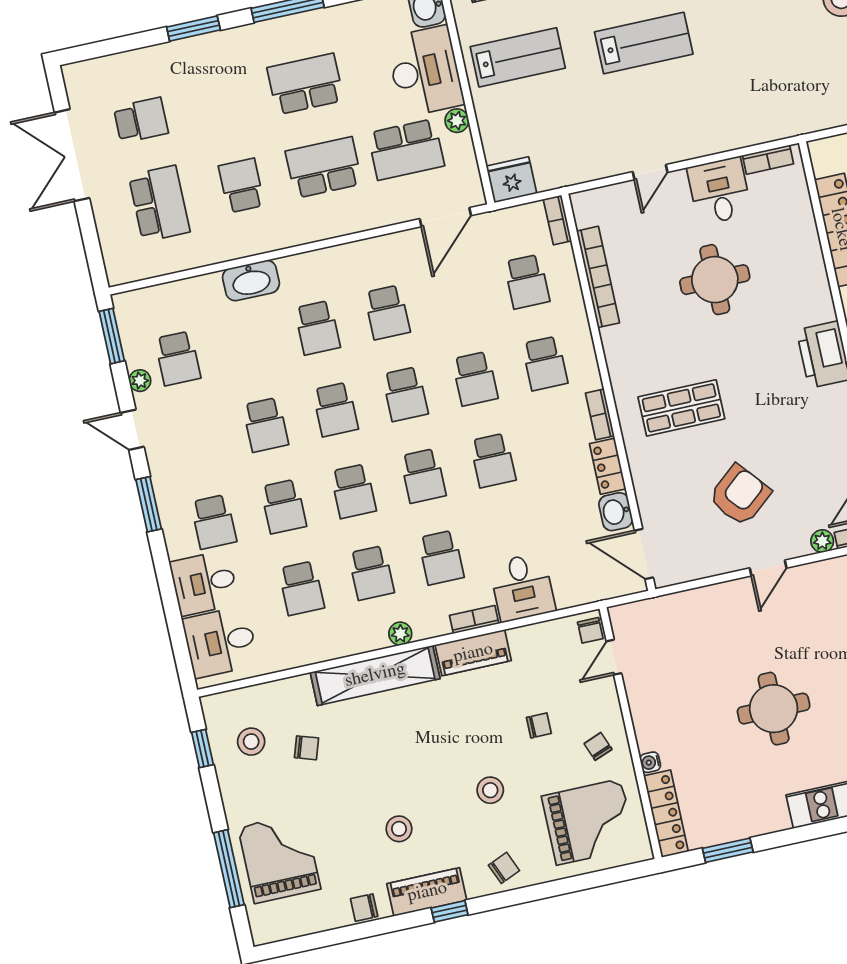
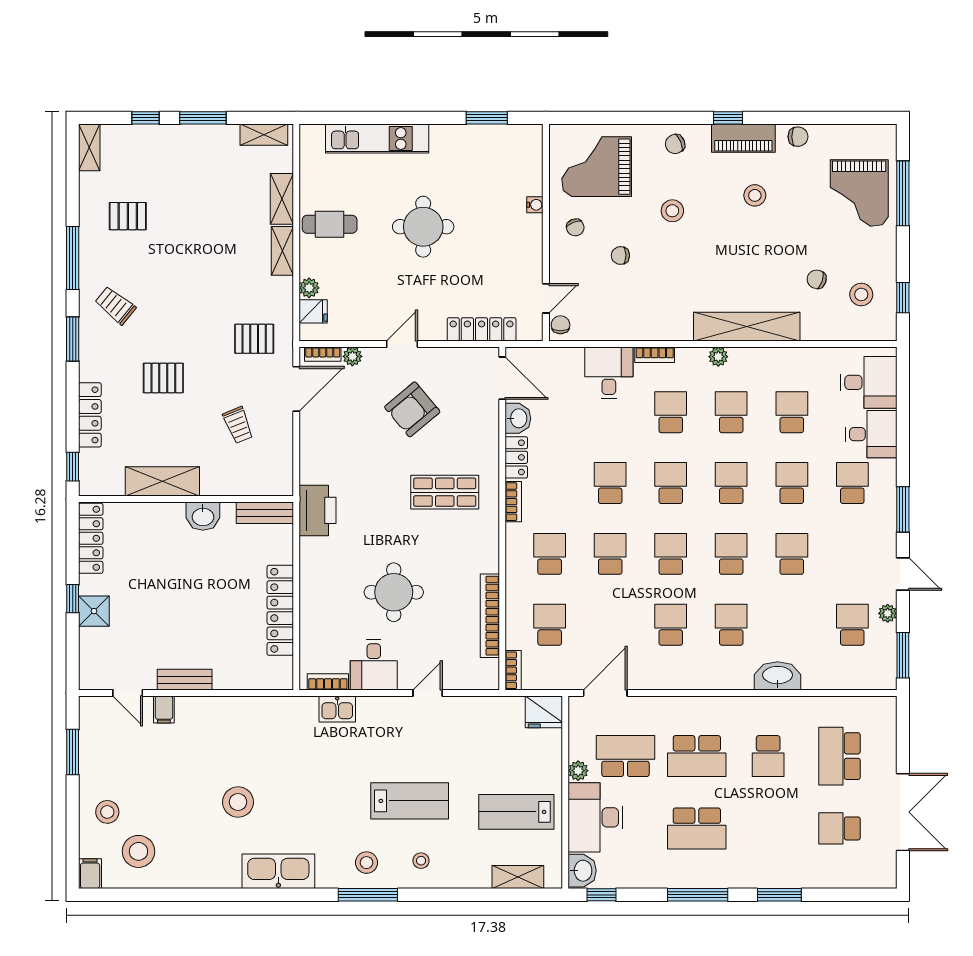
lab bench: (644, 43) -> (410, 801), turned 180
kitchen sink: (750, 131) -> (337, 709), added
piano: (473, 653) -> (661, 328), removed
locker: (666, 814) -> (482, 329), moved, turned 90

